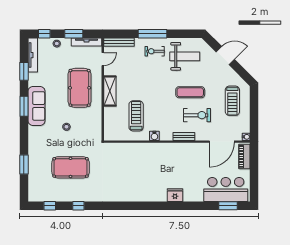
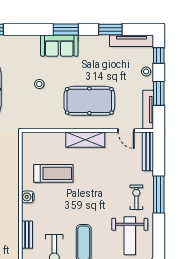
sofa: (36, 106) -> (59, 46), width x0.73

